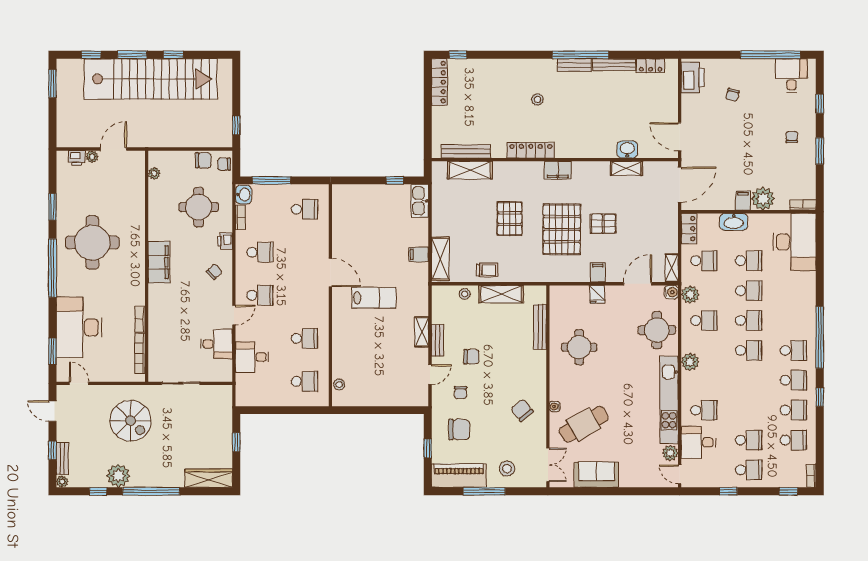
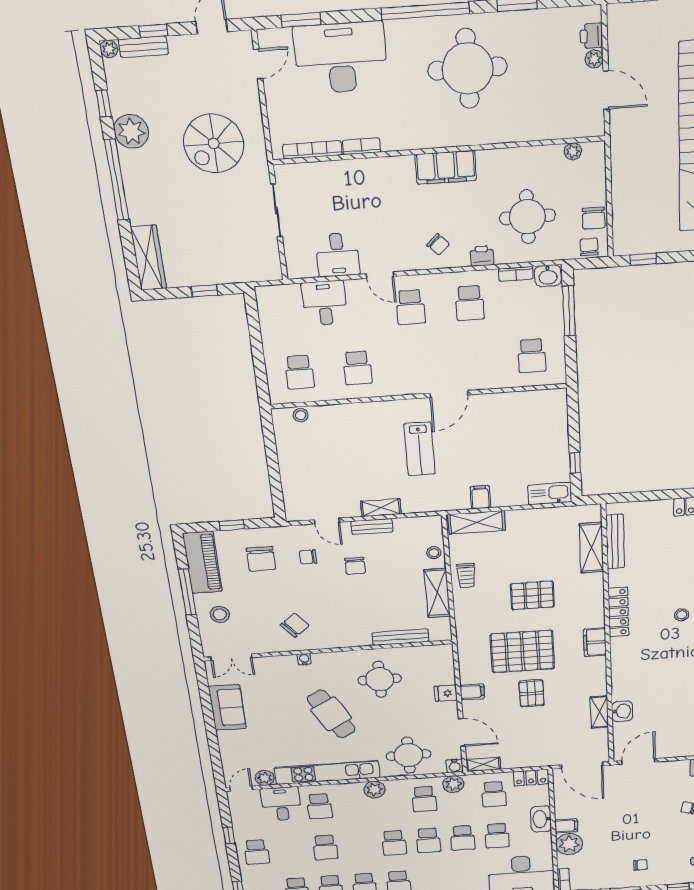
cafe table: (584, 424) -> (331, 714), moved
school desk: (749, 440) -> (325, 847), moved

